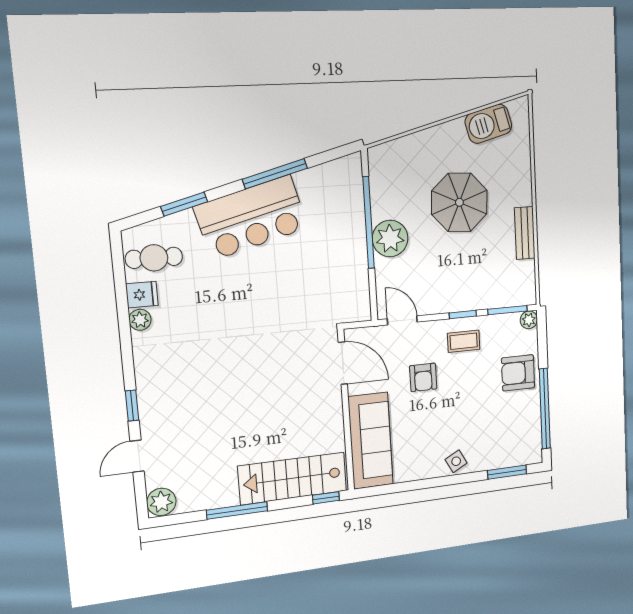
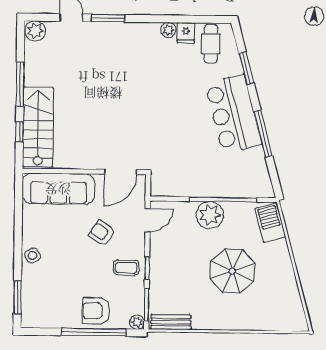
barbecue: (488, 124) -> (270, 223), moved
bench: (525, 233) -> (171, 322), moved
coffee table: (464, 341) -> (126, 268), turned 90
armchair: (518, 373) -> (96, 311), turned -90
armchair: (423, 377) -> (102, 233), turned 35
window: (132, 406) -> (108, 18), width x1.50
window: (545, 409) -> (94, 332), moved
window: (326, 498) -> (19, 132), moved

